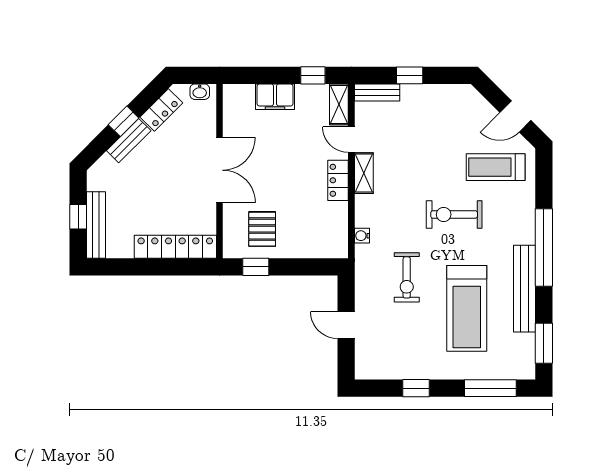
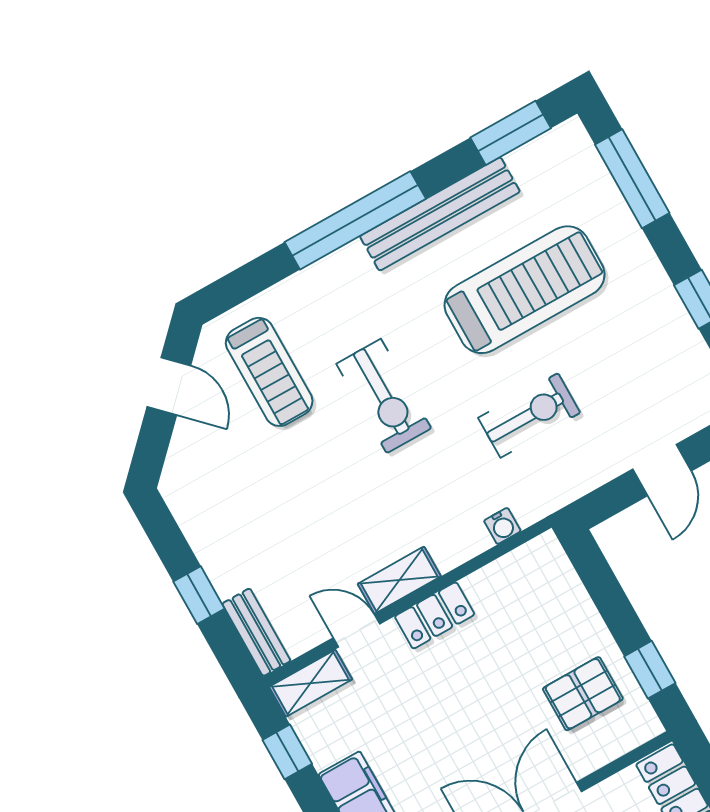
door: (351, 140) -> (356, 631), swing flipped

